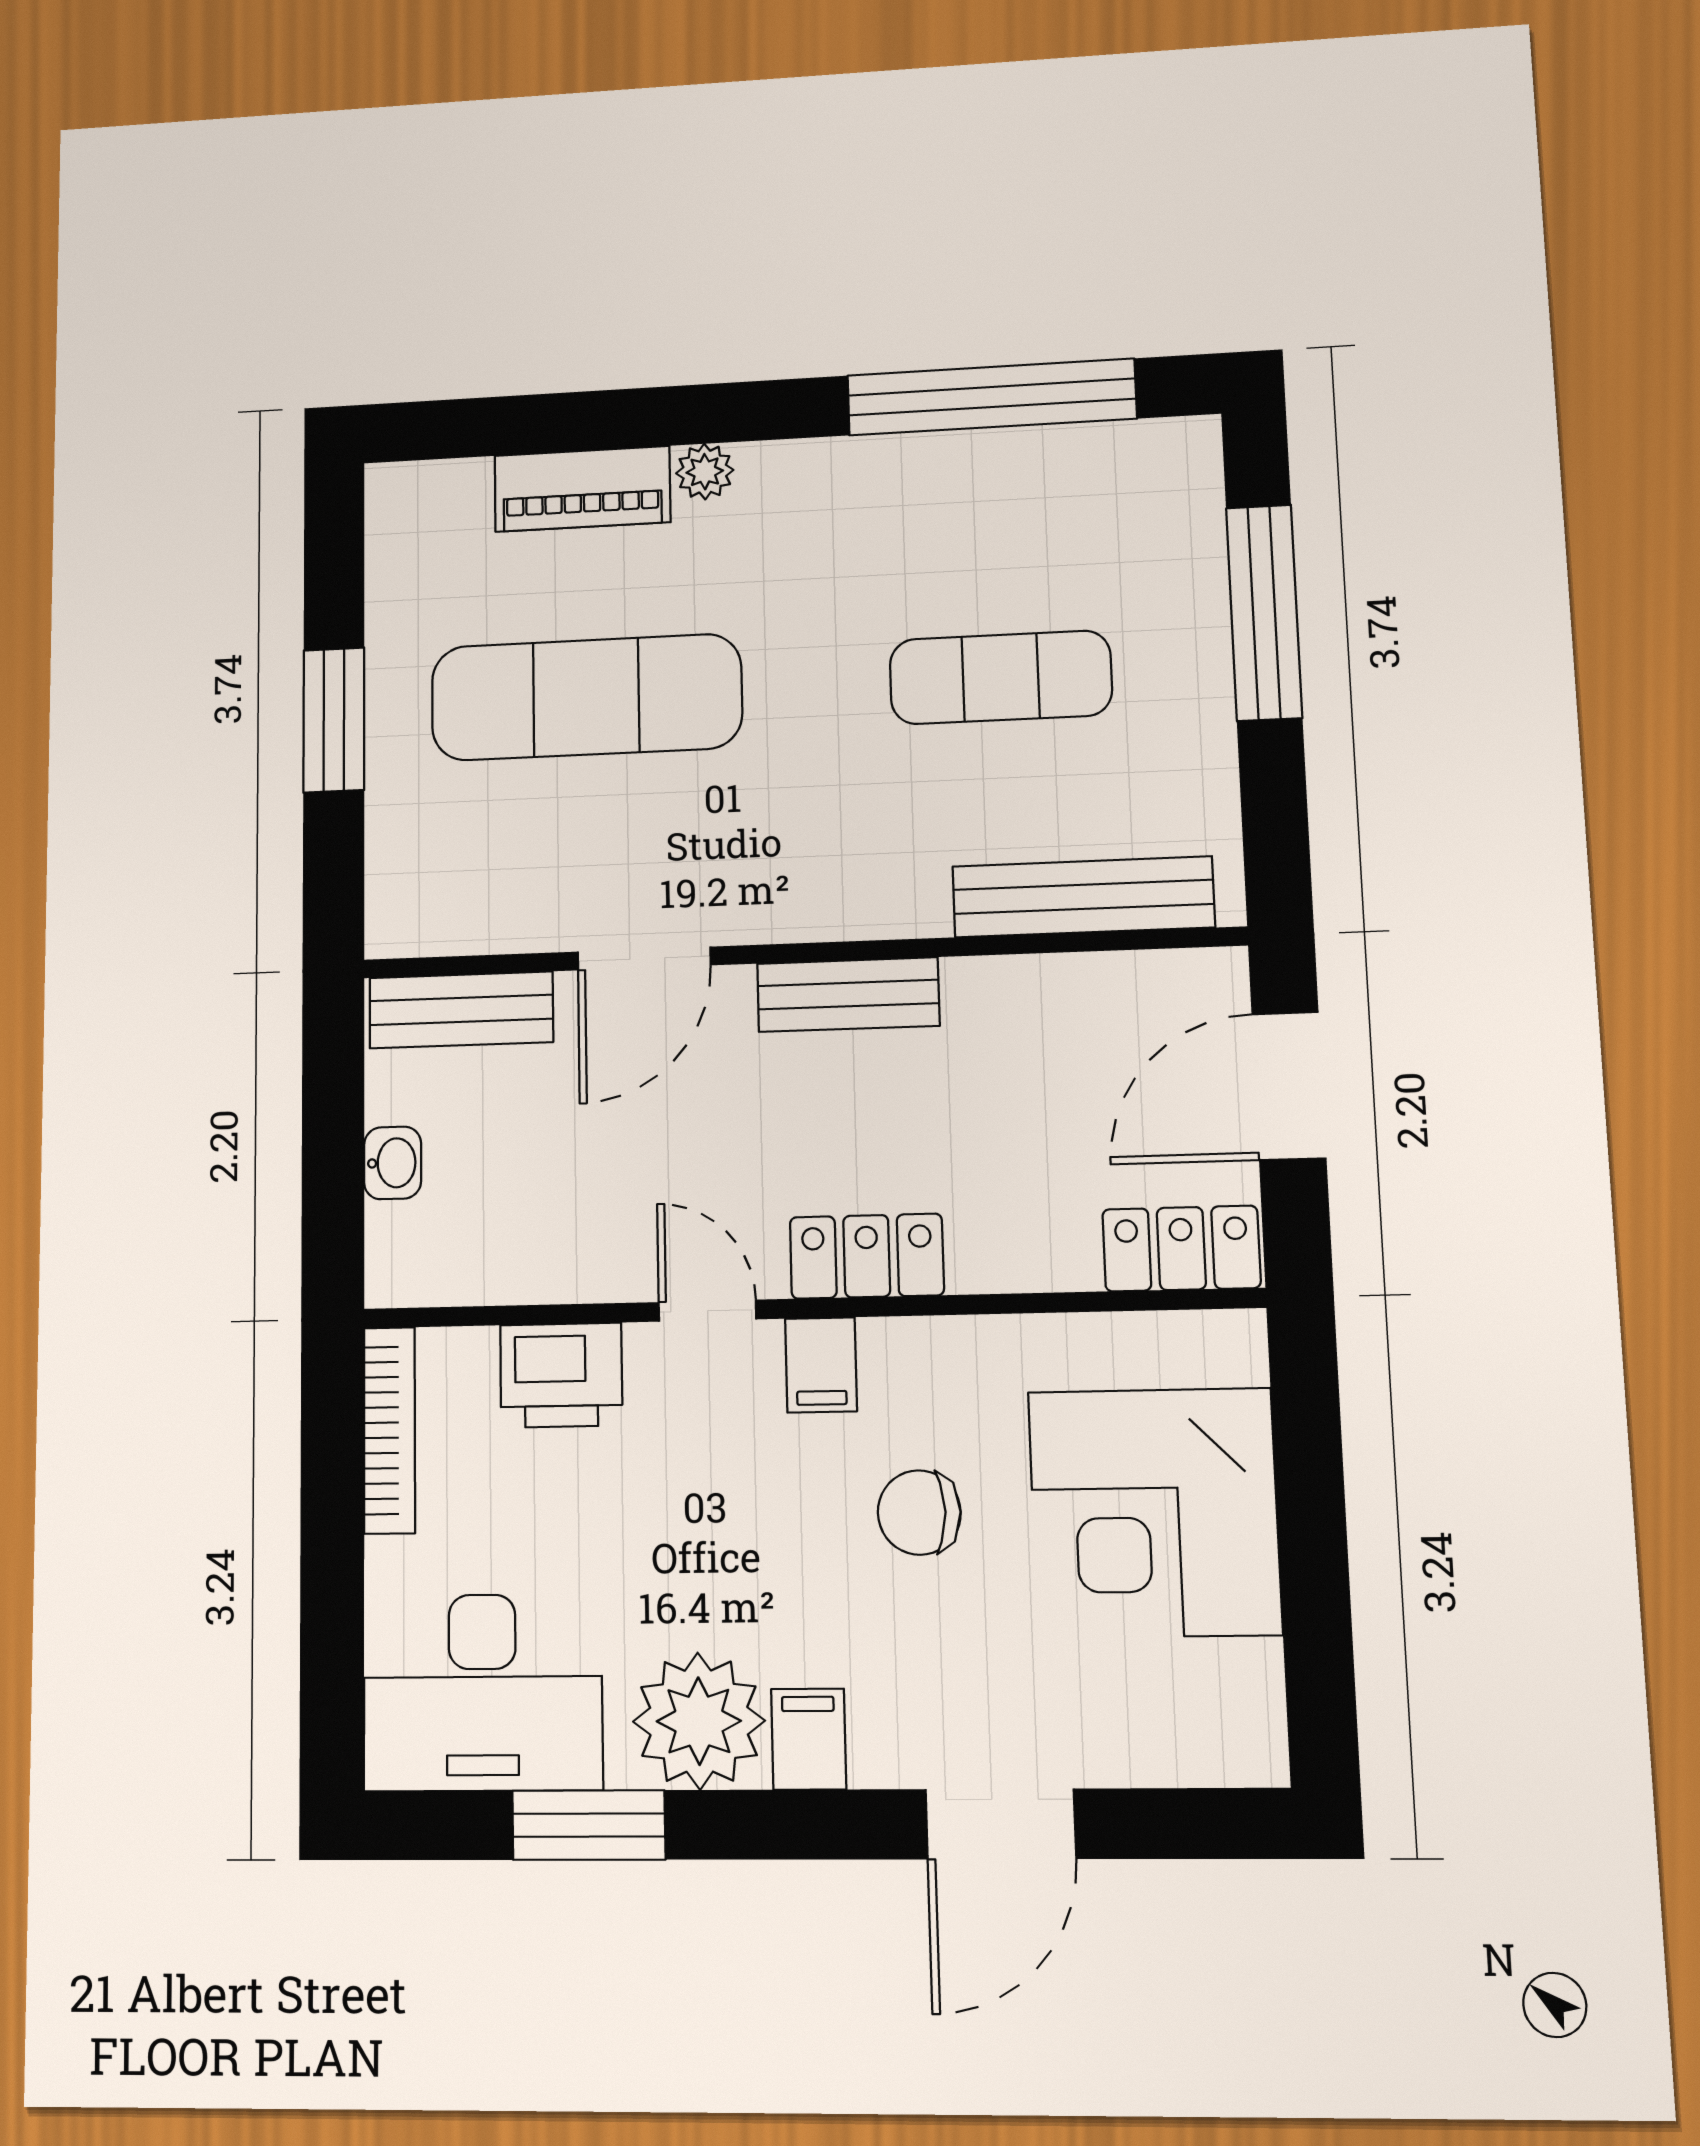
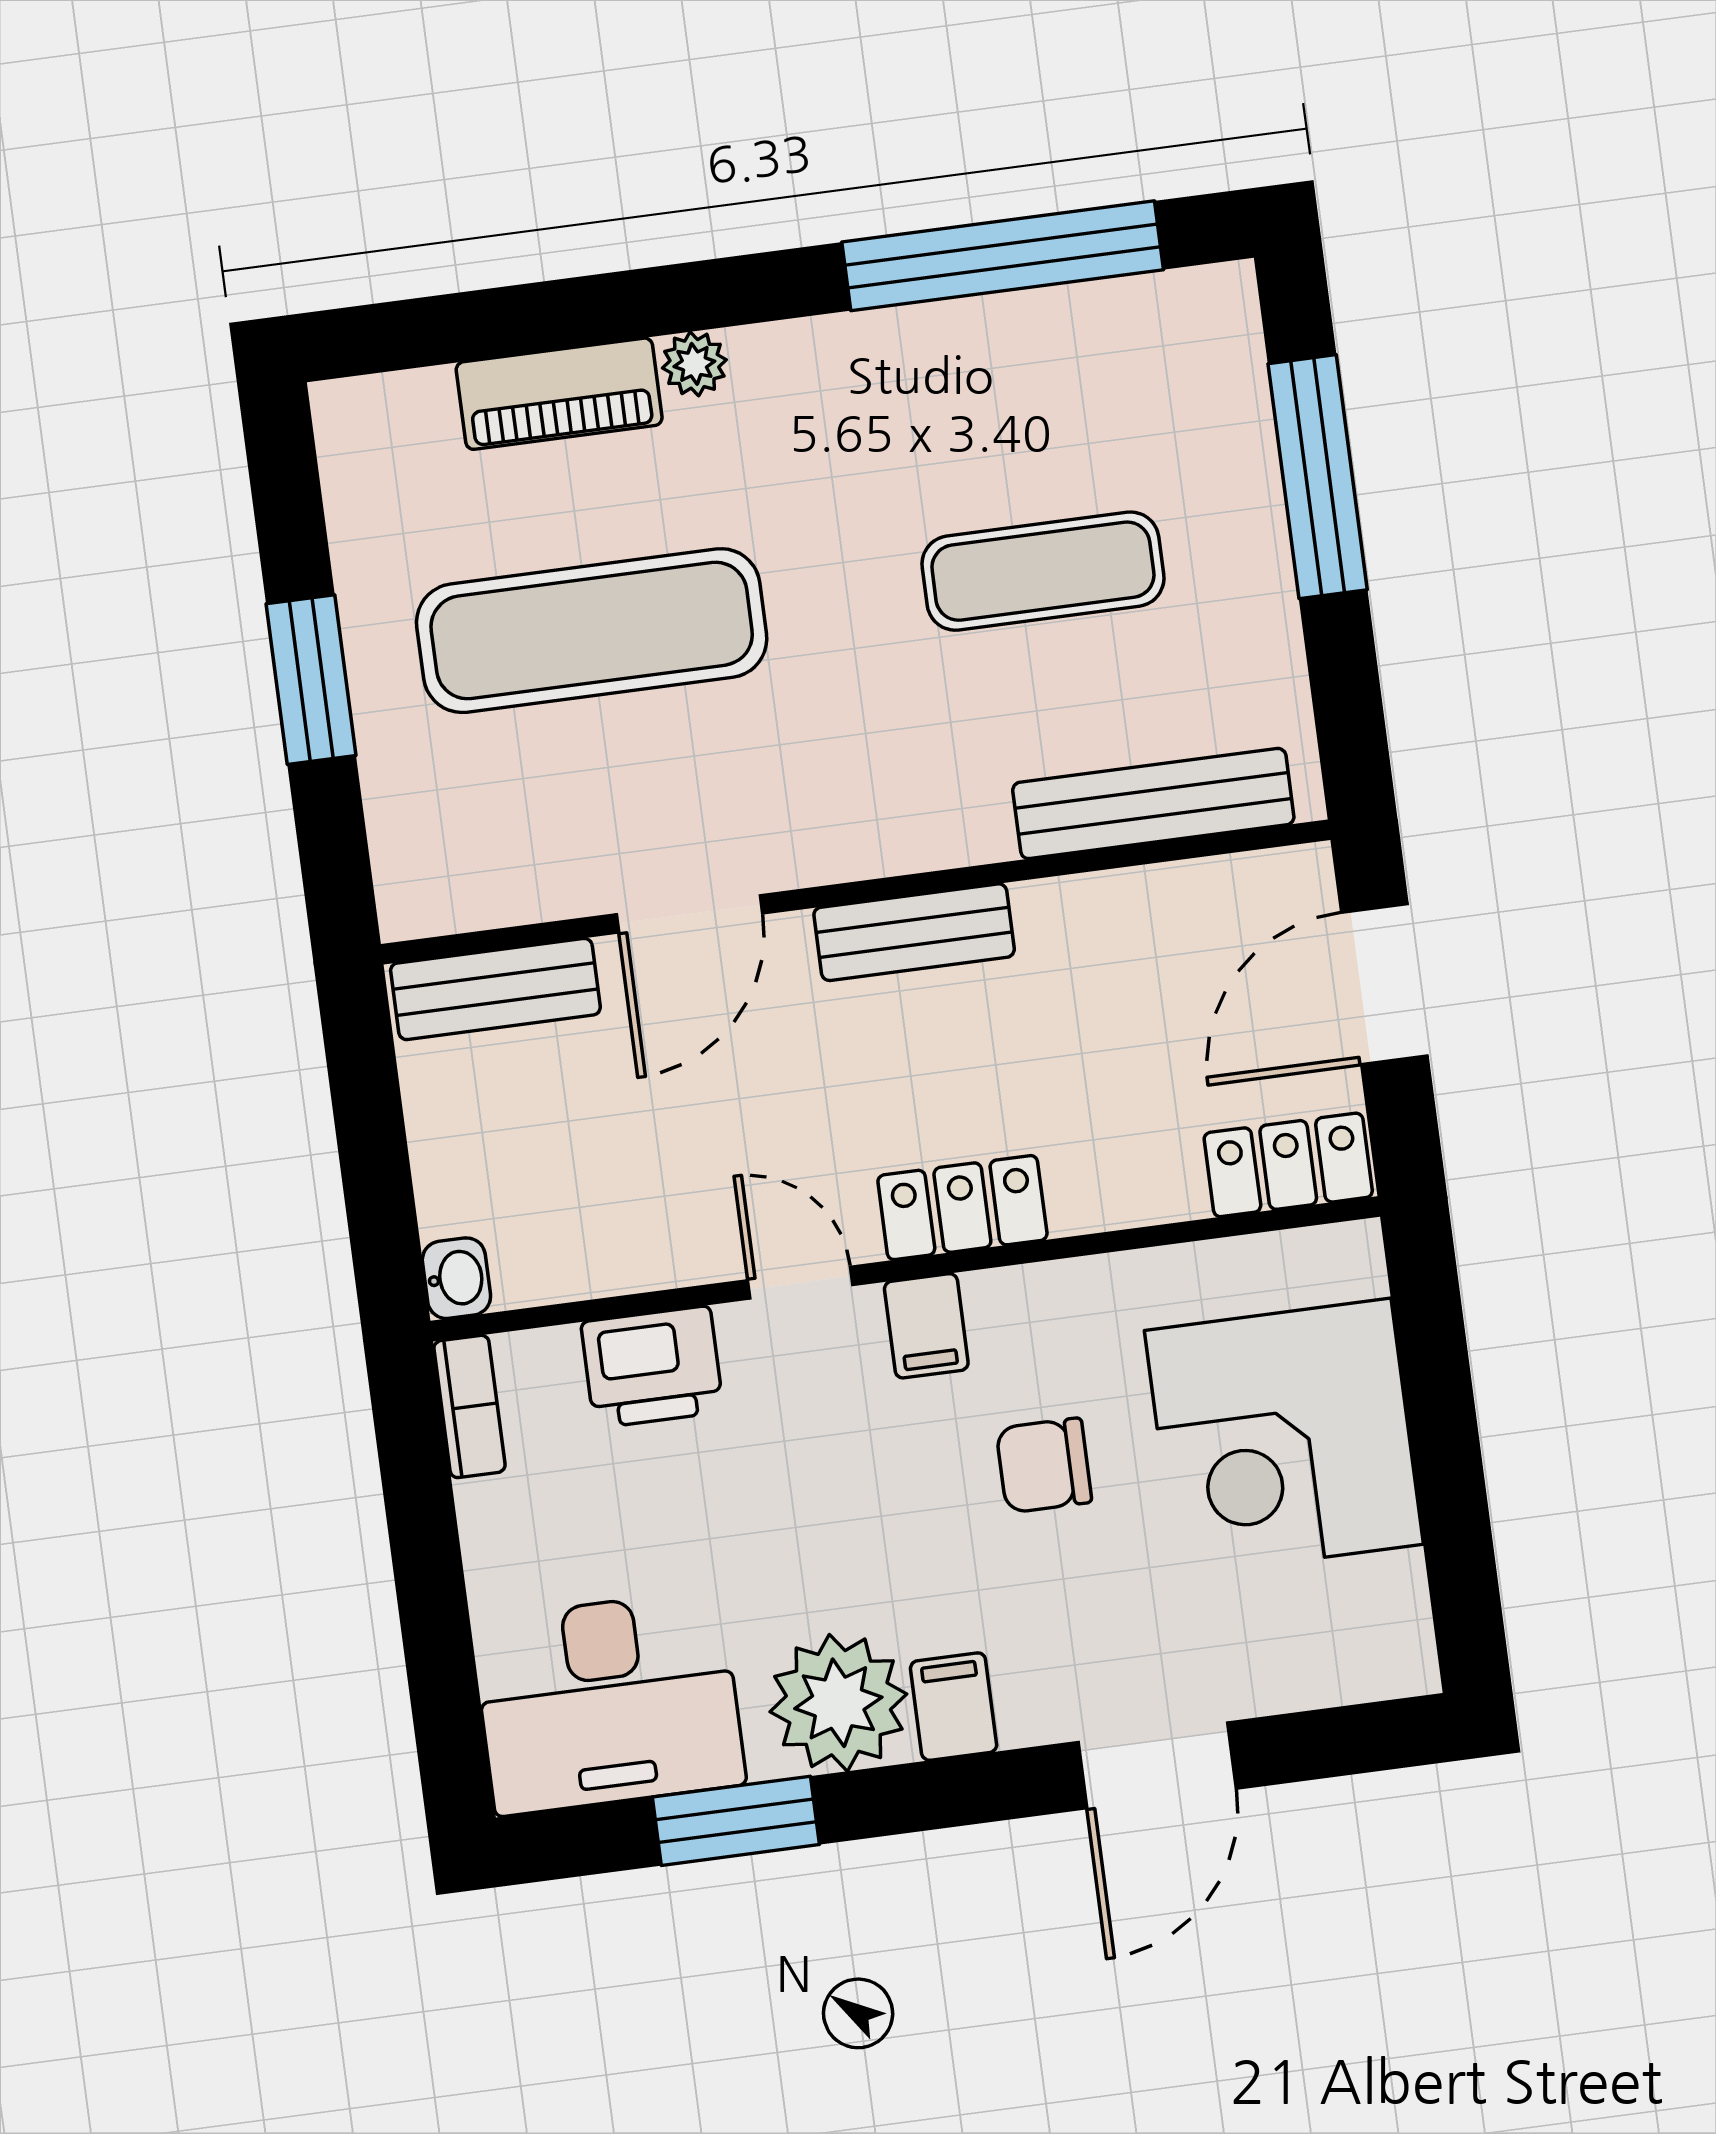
washbasin: (393, 1163) -> (456, 1278), moved
bookcase: (389, 1430) -> (470, 1406), width x0.64

